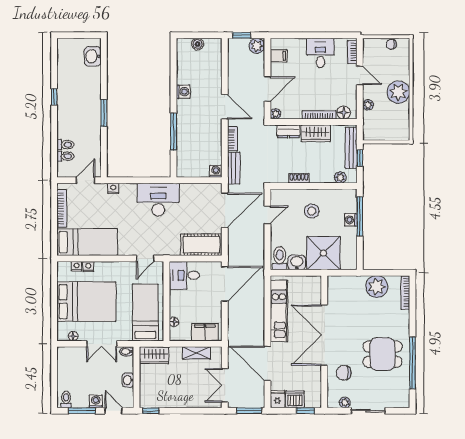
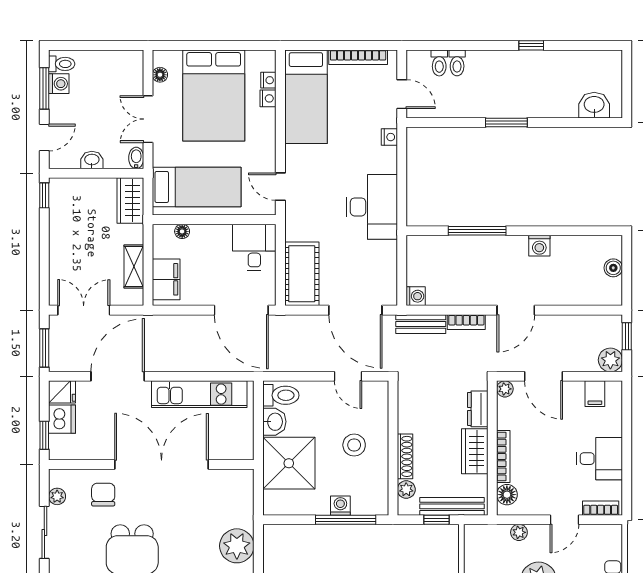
shoe rack: (299, 178) -> (405, 456), moved, width x1.43
washing machine: (96, 401) -> (59, 84), moved

